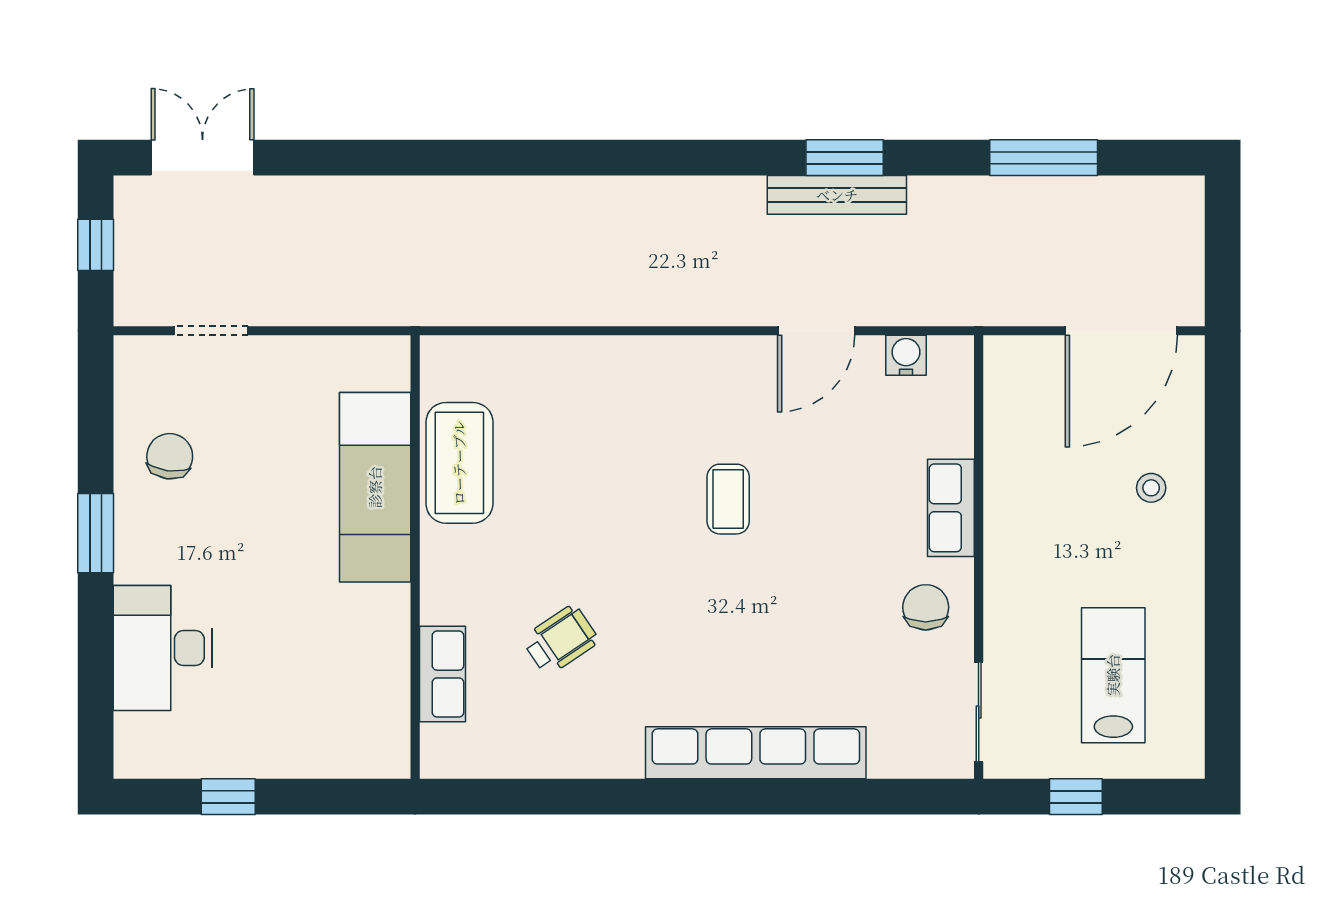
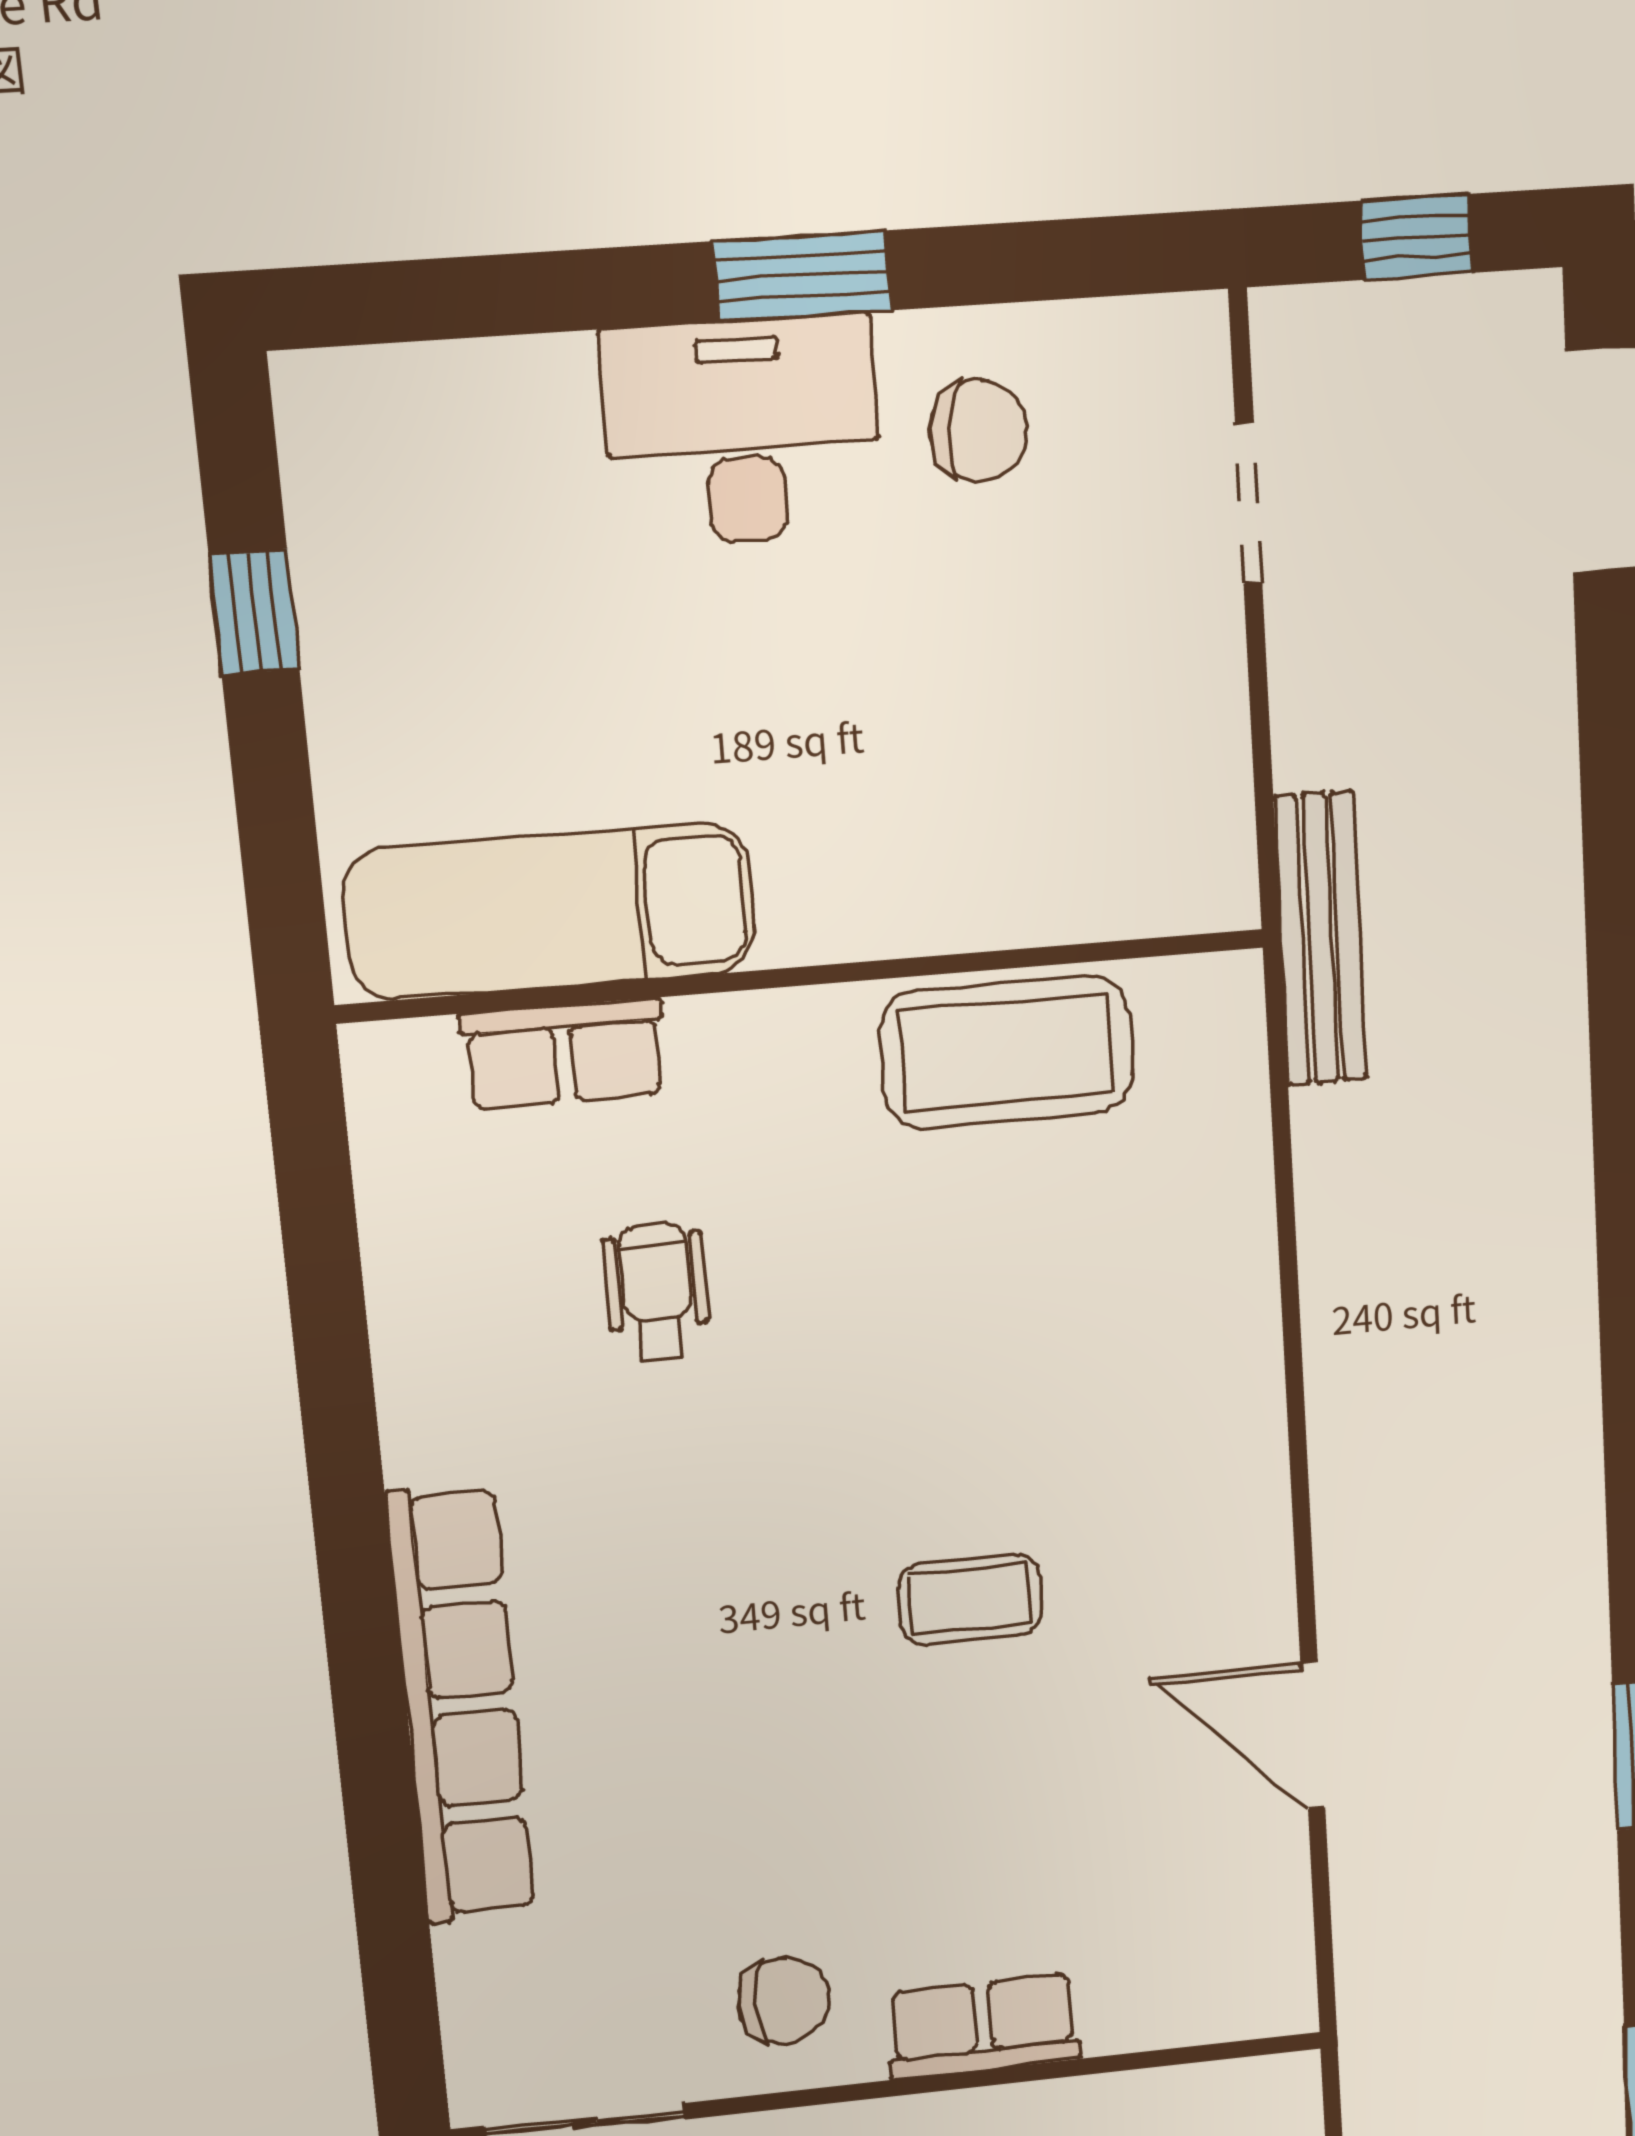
bench: (837, 195) -> (1320, 939), moved
water cooler: (906, 355) -> (1274, 1910), removed
exam couch: (375, 487) -> (550, 912), moved
wheelchair: (560, 640) -> (657, 1292), turned -146
desk: (163, 648) -> (743, 431), moved

